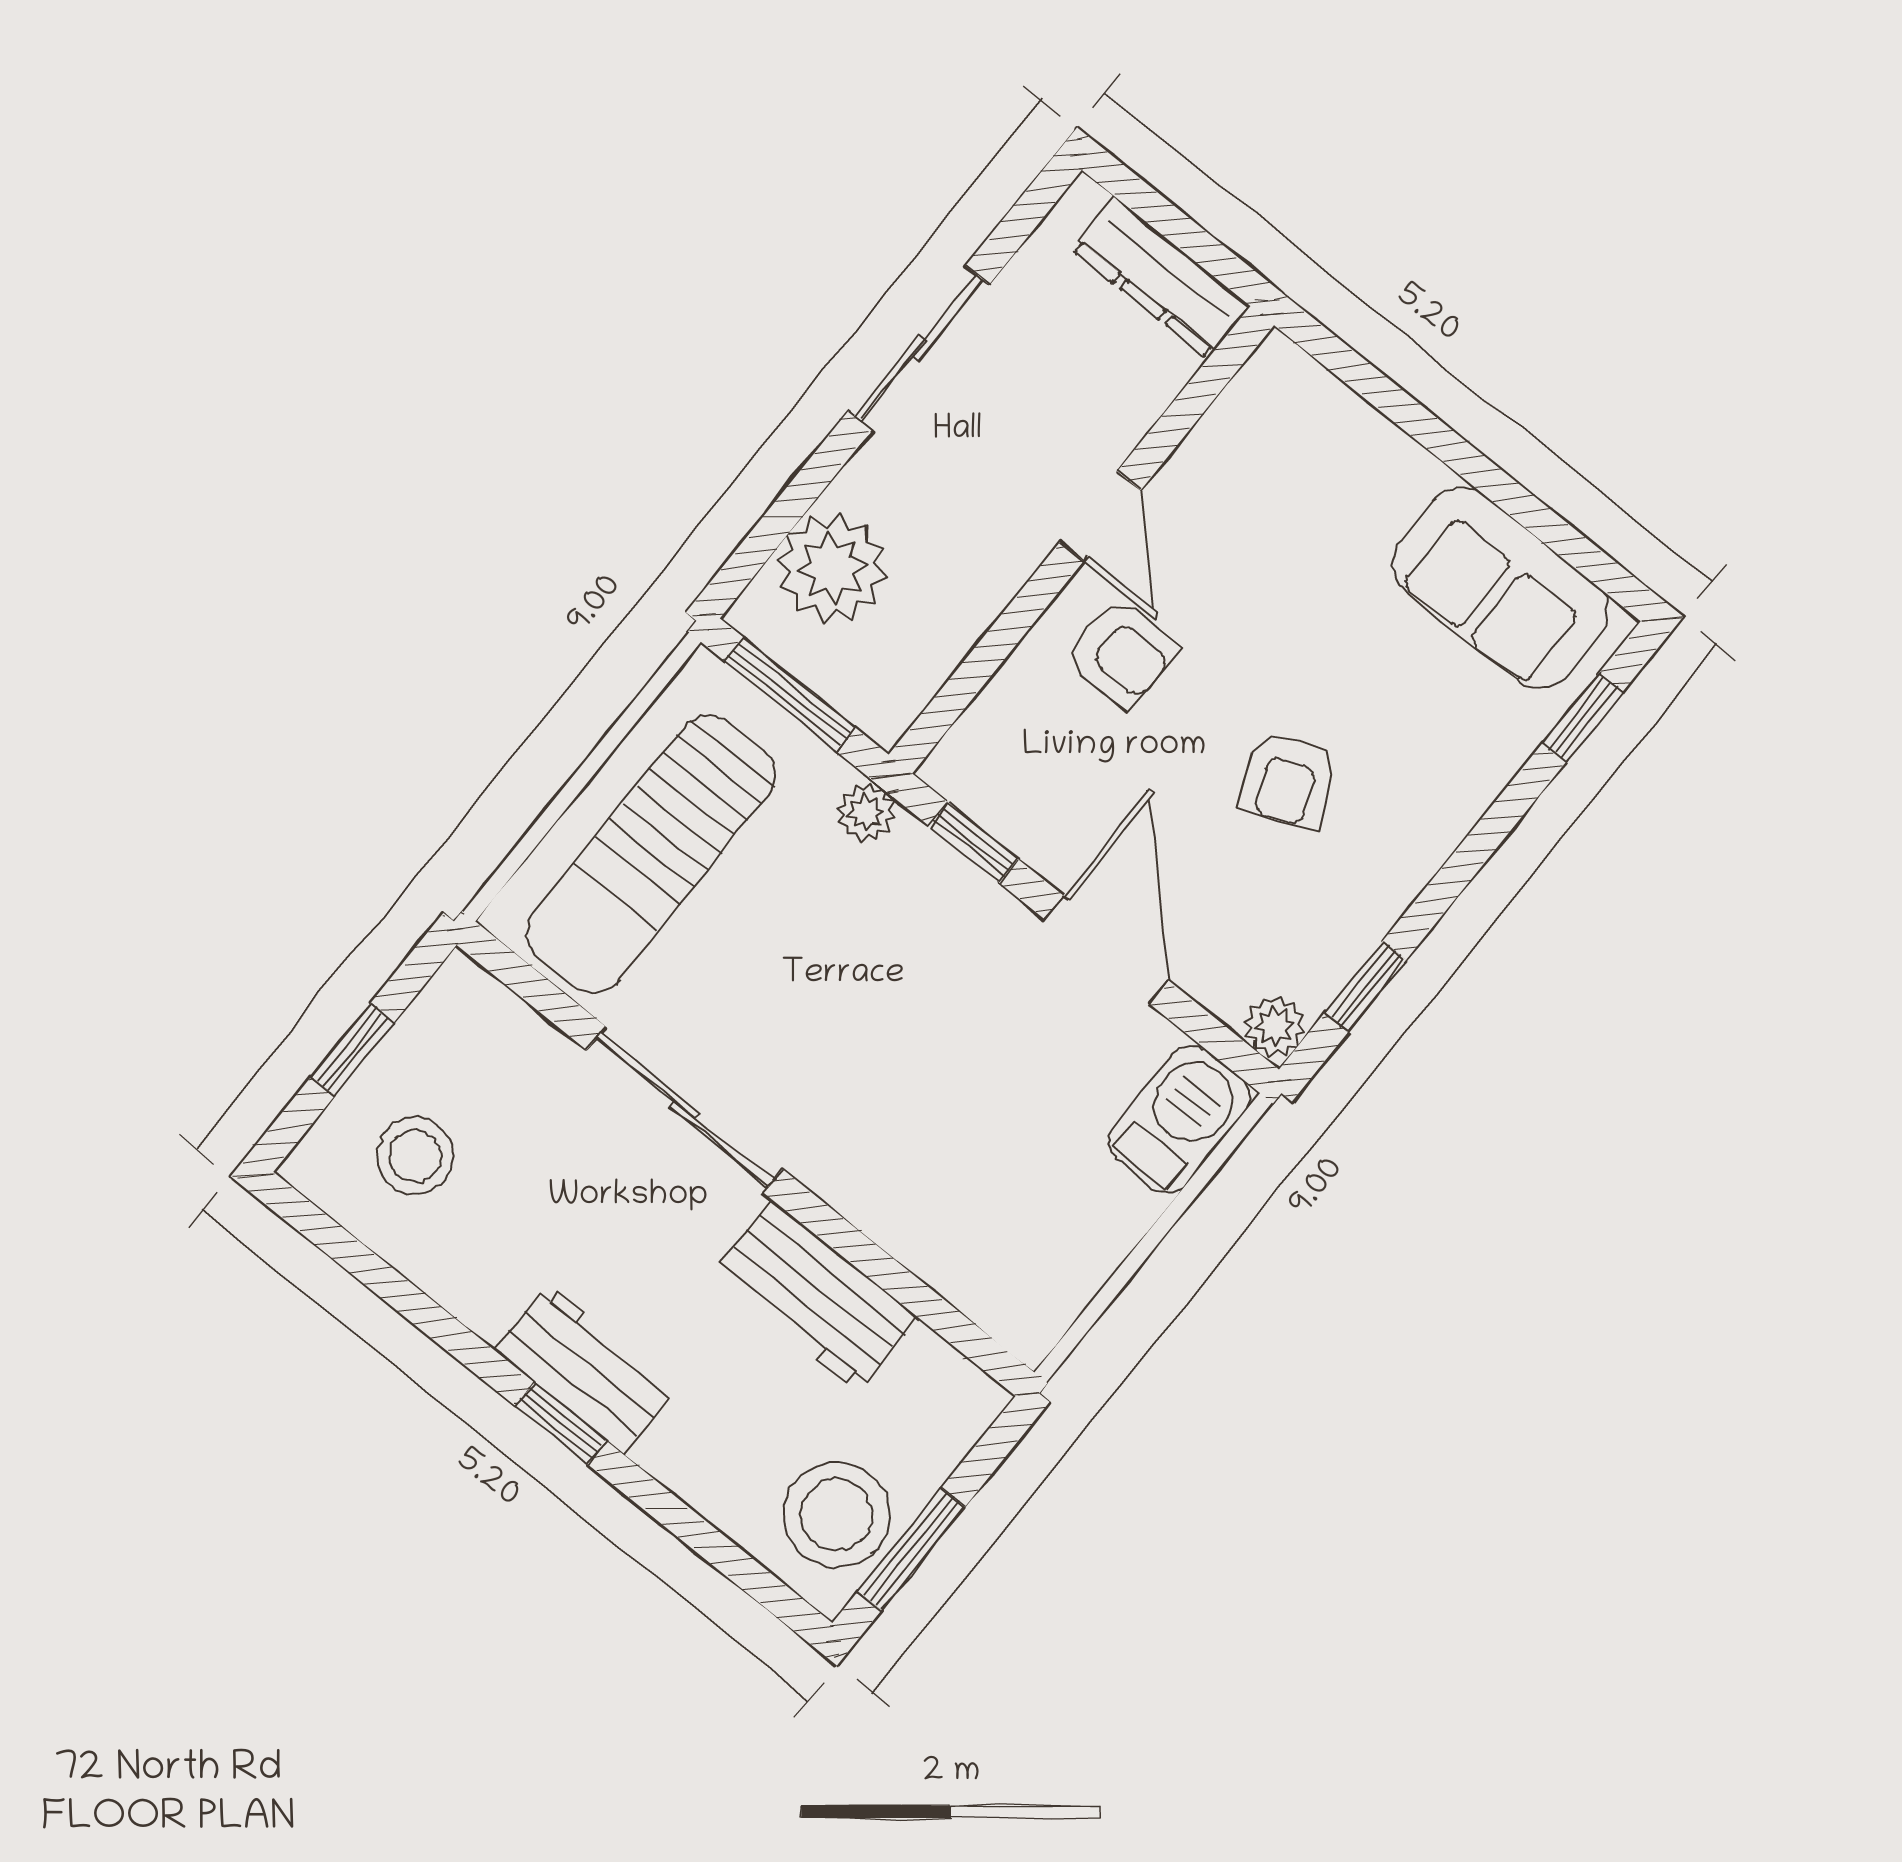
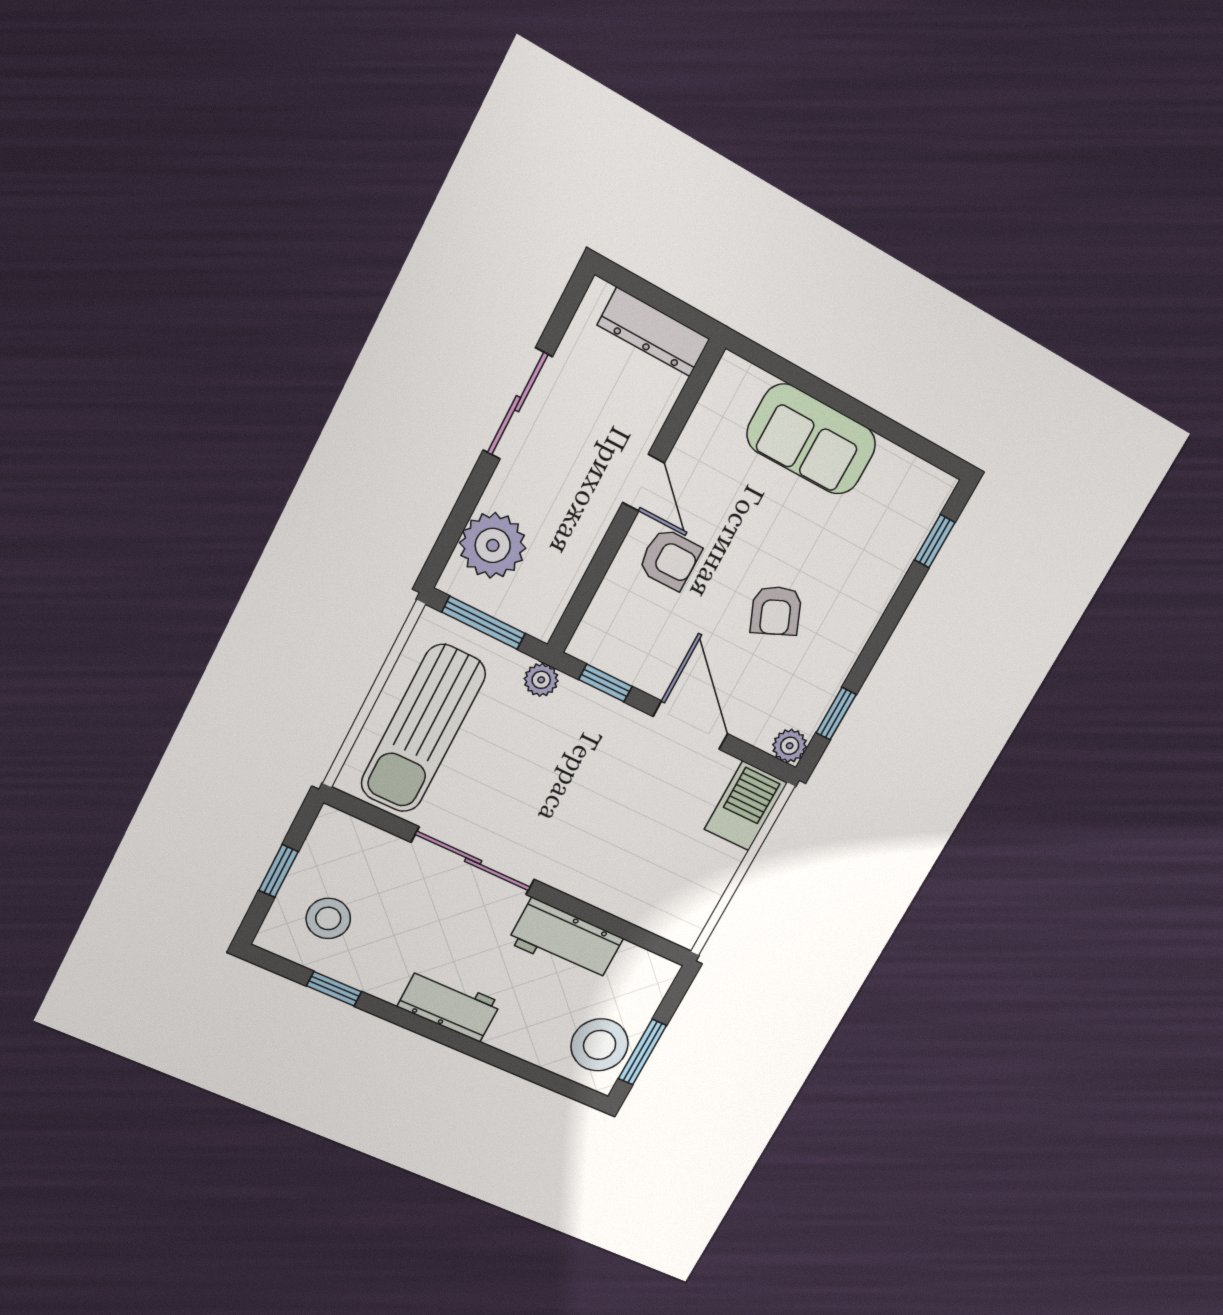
sofa: (1501, 588) -> (811, 439), moved
window: (561, 1423) -> (334, 989), moved

